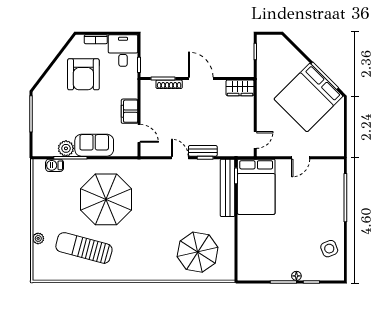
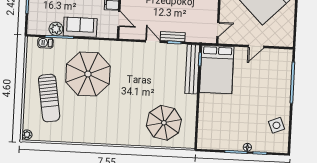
plant: (38, 238) -> (27, 135), moved
sun lounger: (84, 248) -> (49, 98), moved, turned -114

